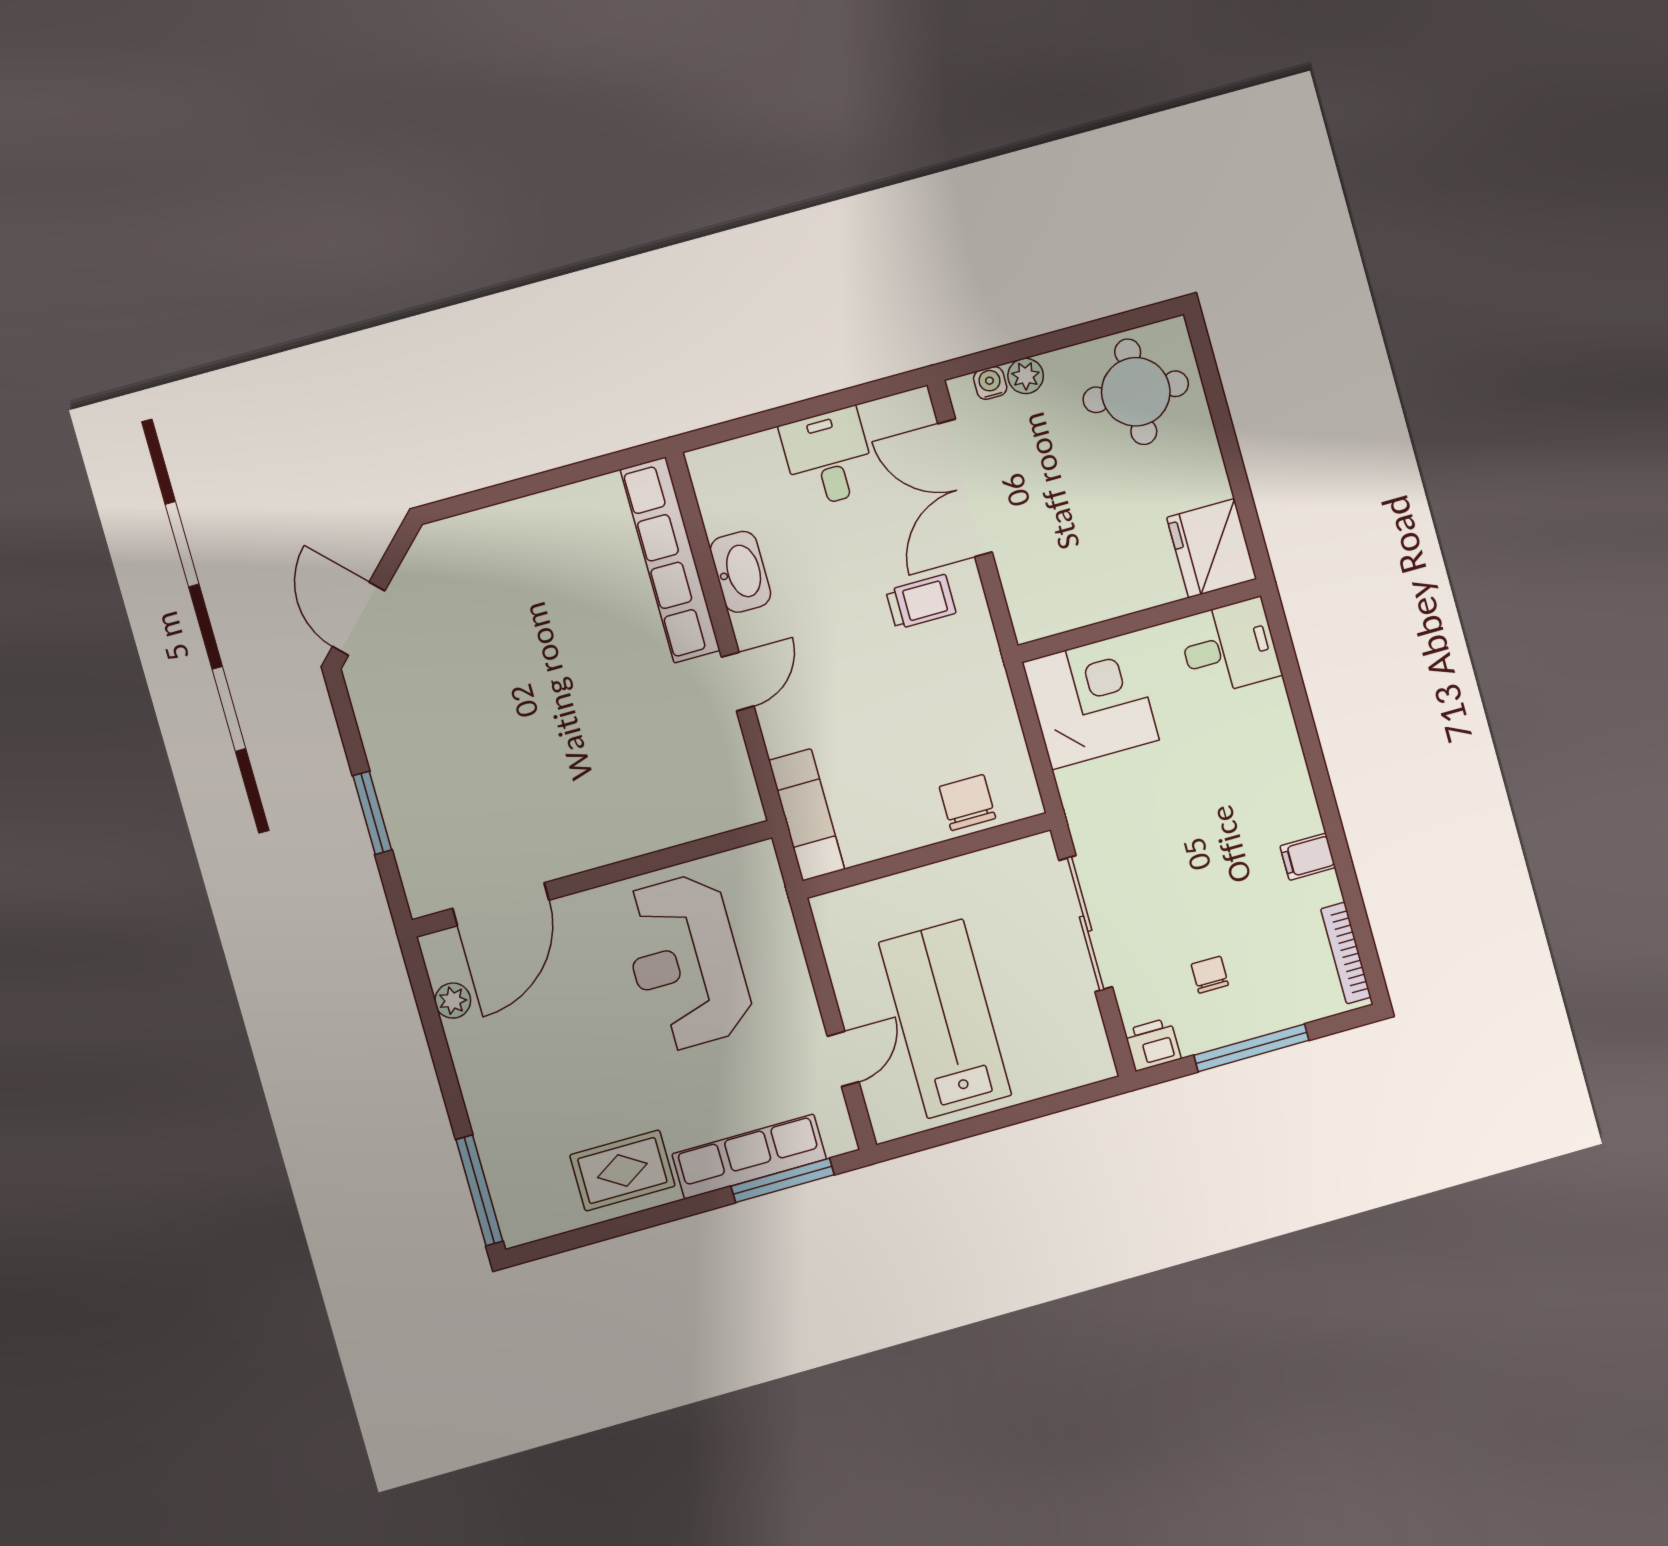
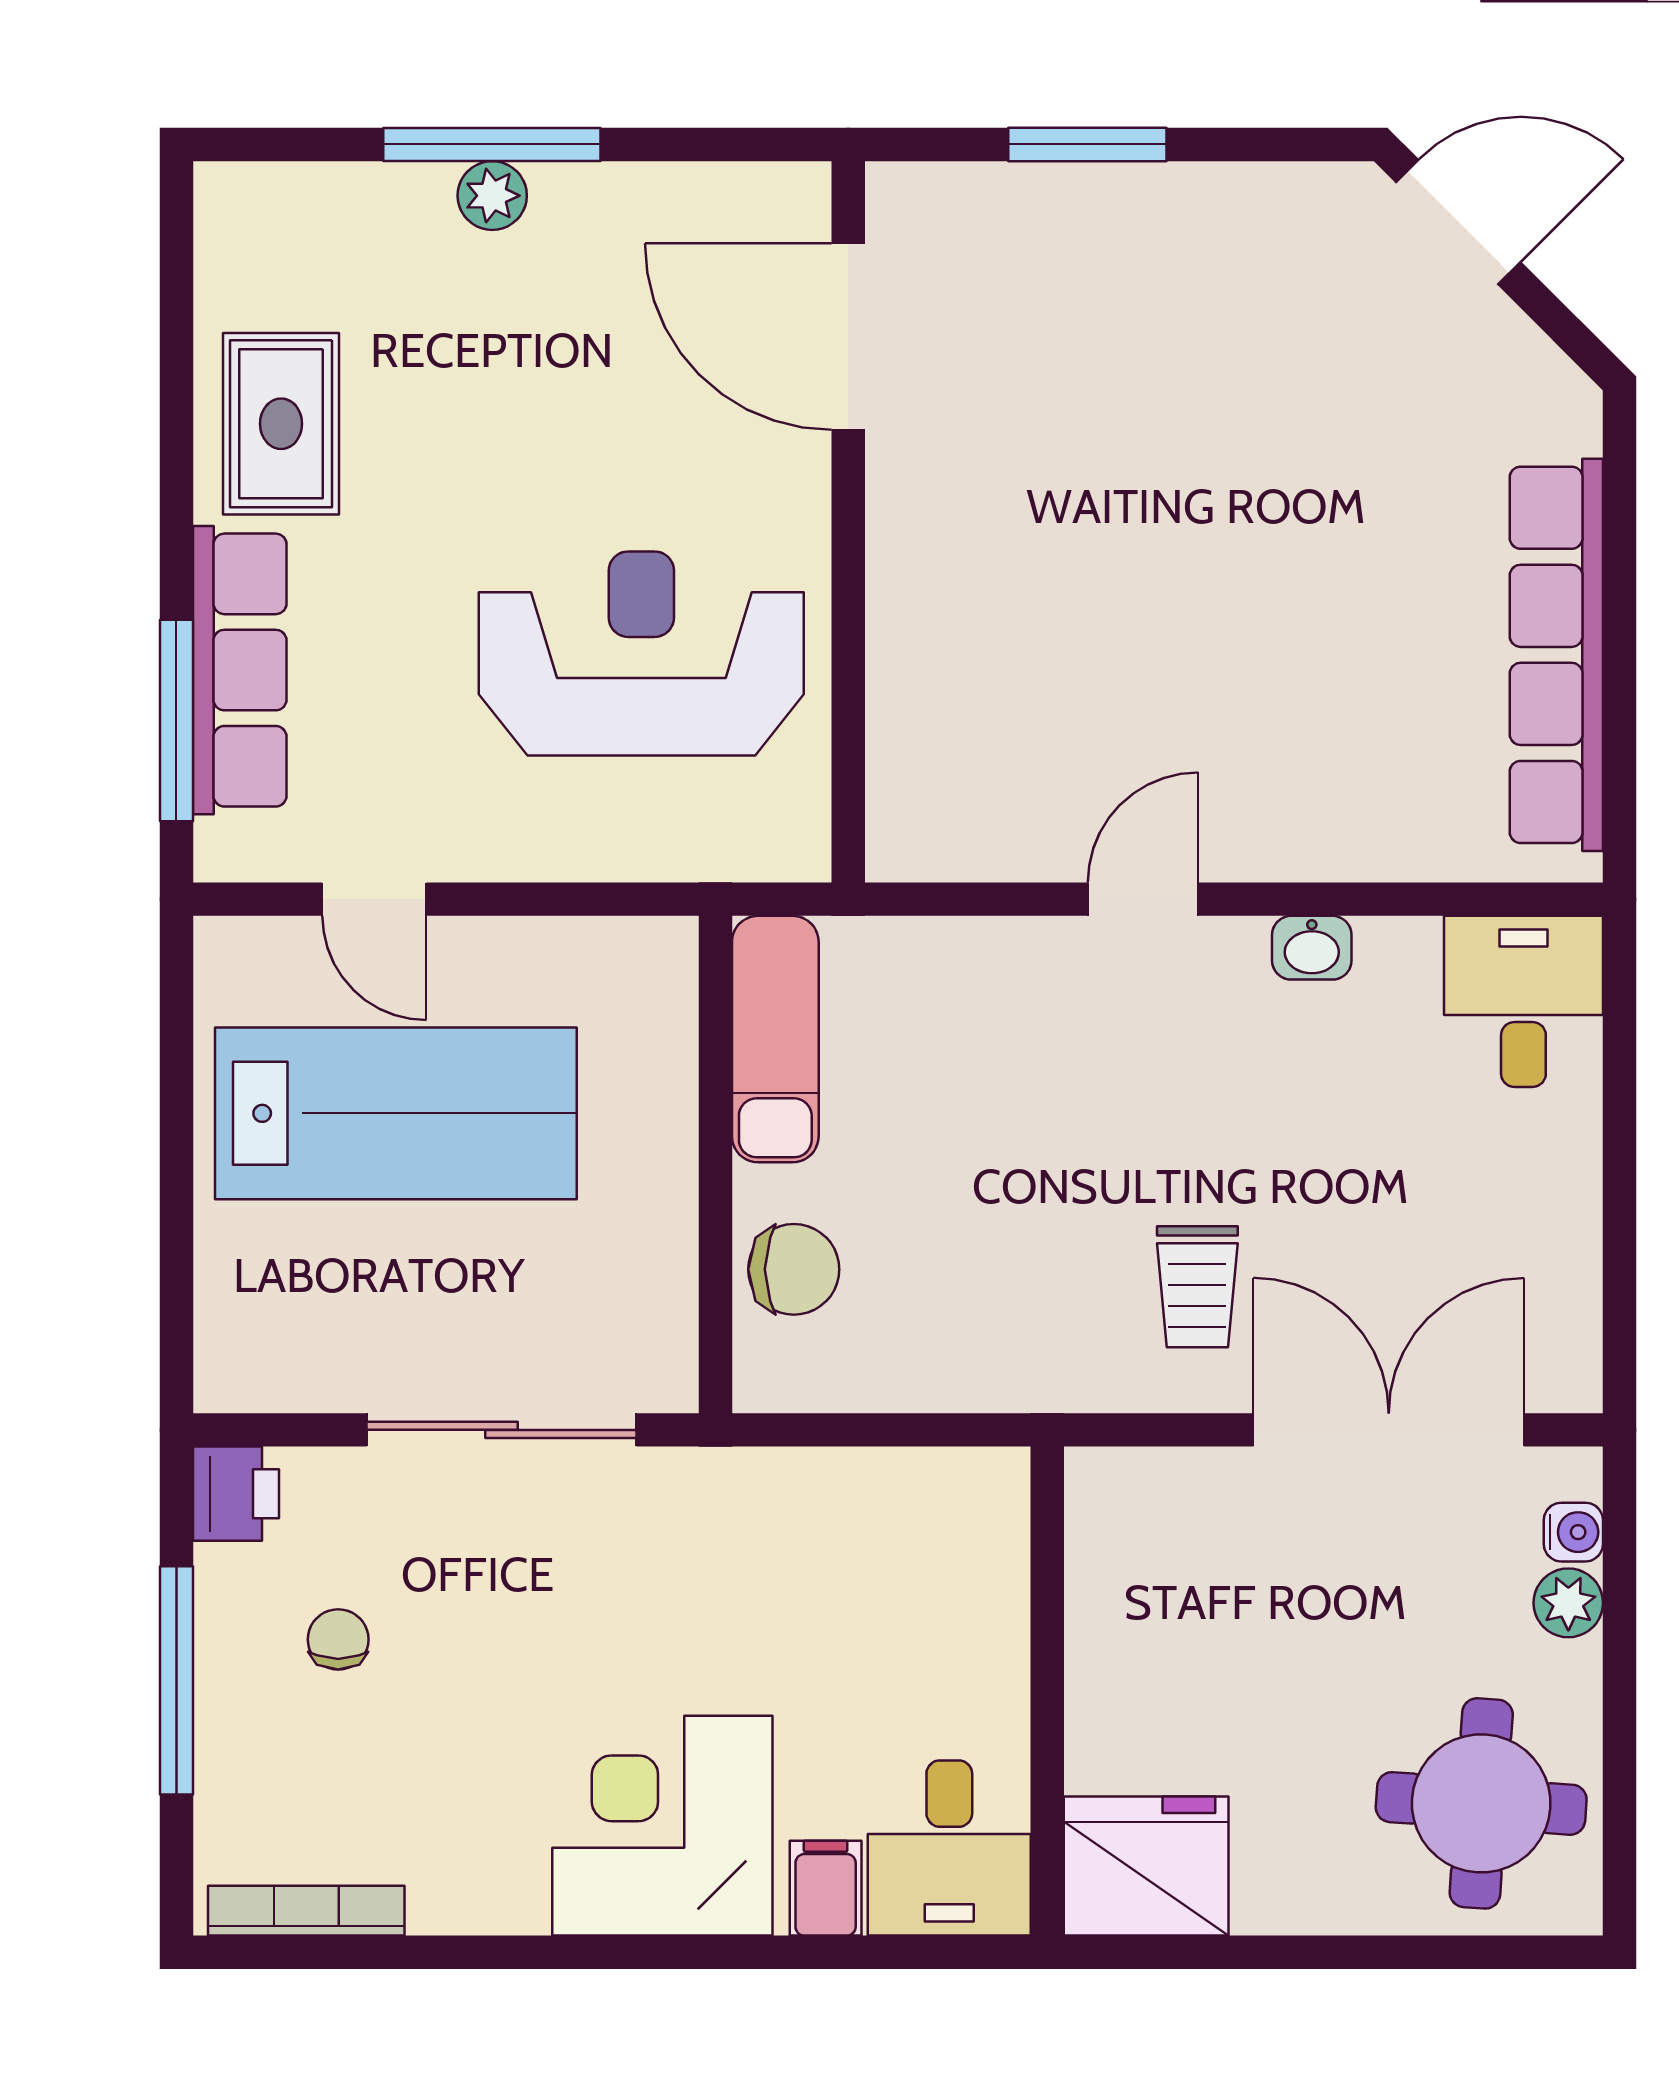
desk: (828, 458) -> (1523, 1001), moved, turned -90
row of seats: (670, 560) -> (1556, 655), moved, turned -90
washbasin: (740, 572) -> (1312, 948), width x0.52, depth x0.69
door: (738, 682) -> (1143, 899), swing flipped
corner desk: (1091, 701) -> (662, 1826), moved, turned 180
exam couch: (807, 815) -> (775, 1039), moved, turned -90
filing cabinet: (1308, 857) -> (826, 1888), moved
chair: (1210, 975) -> (338, 1639), turned -90
plant: (453, 1001) -> (492, 196), moved
window: (479, 1190) -> (492, 144), moved

